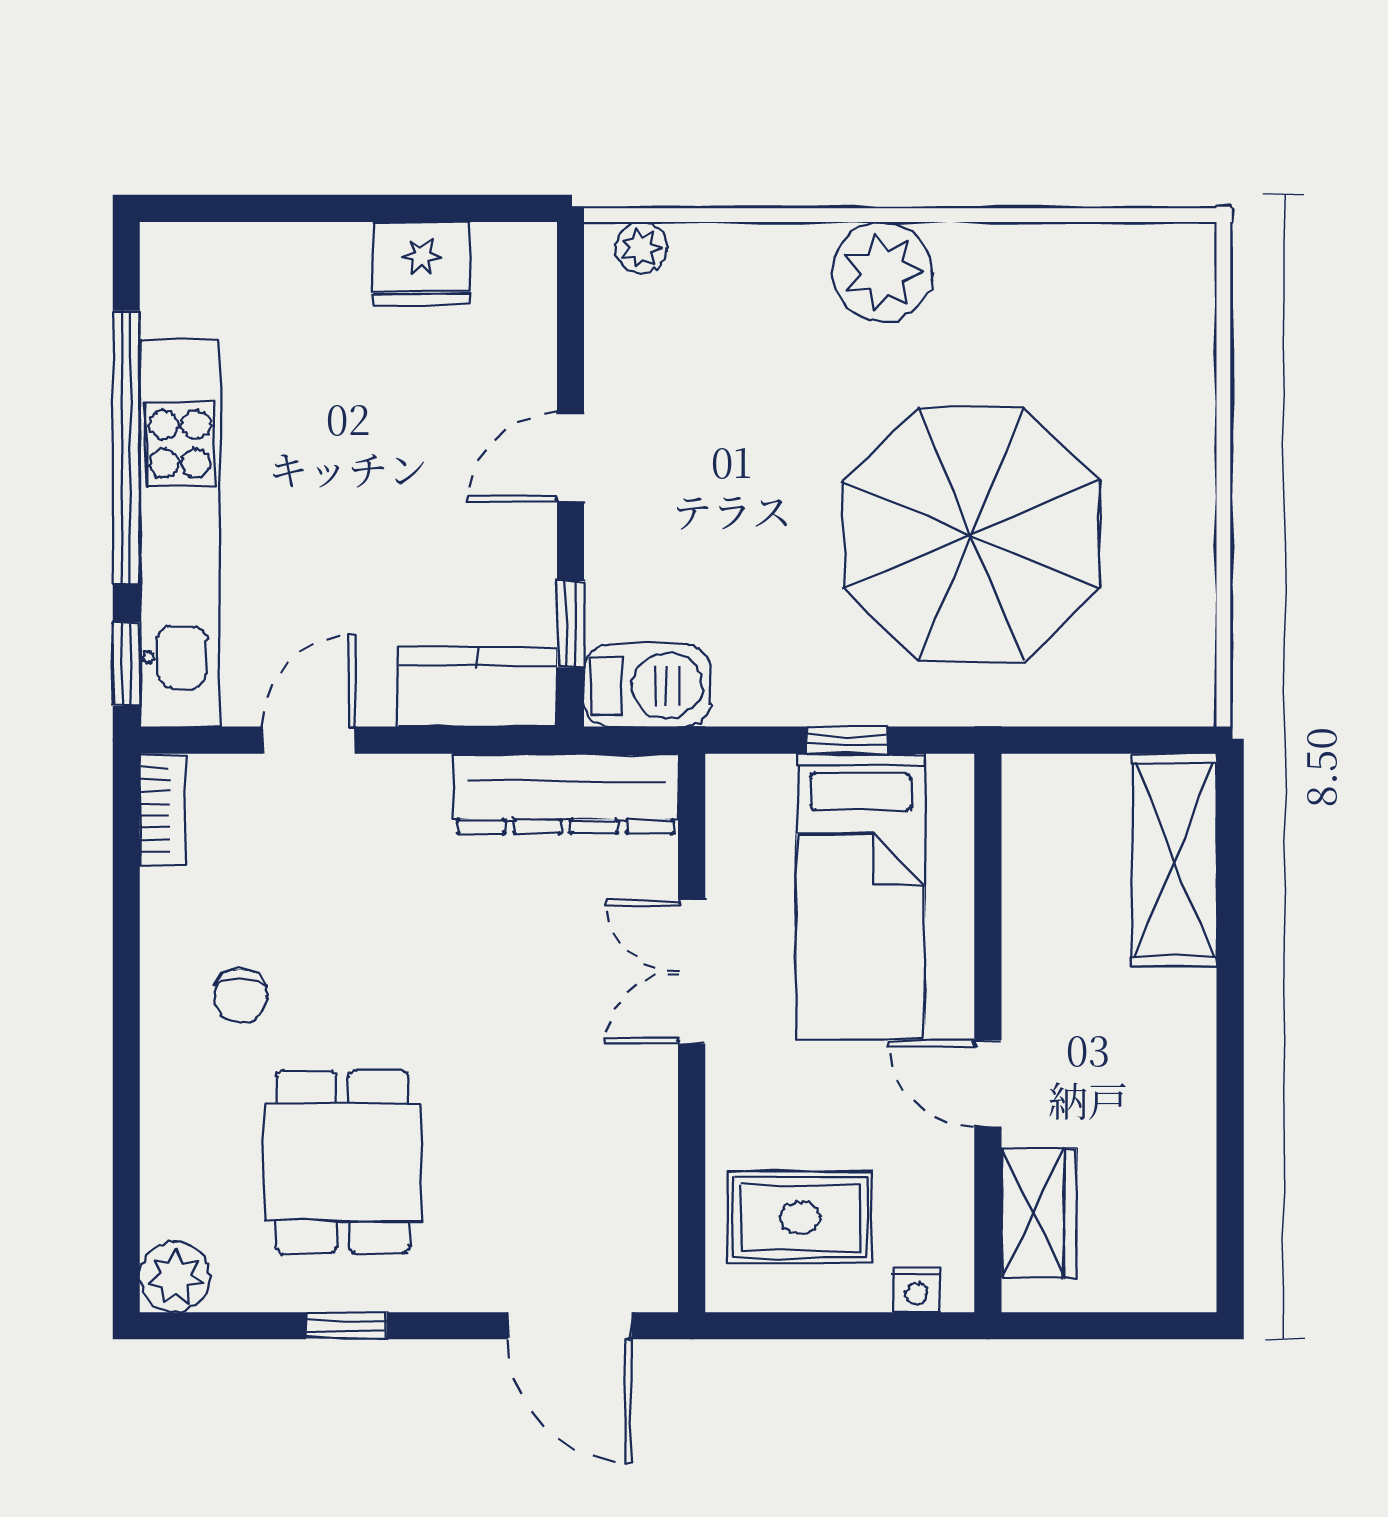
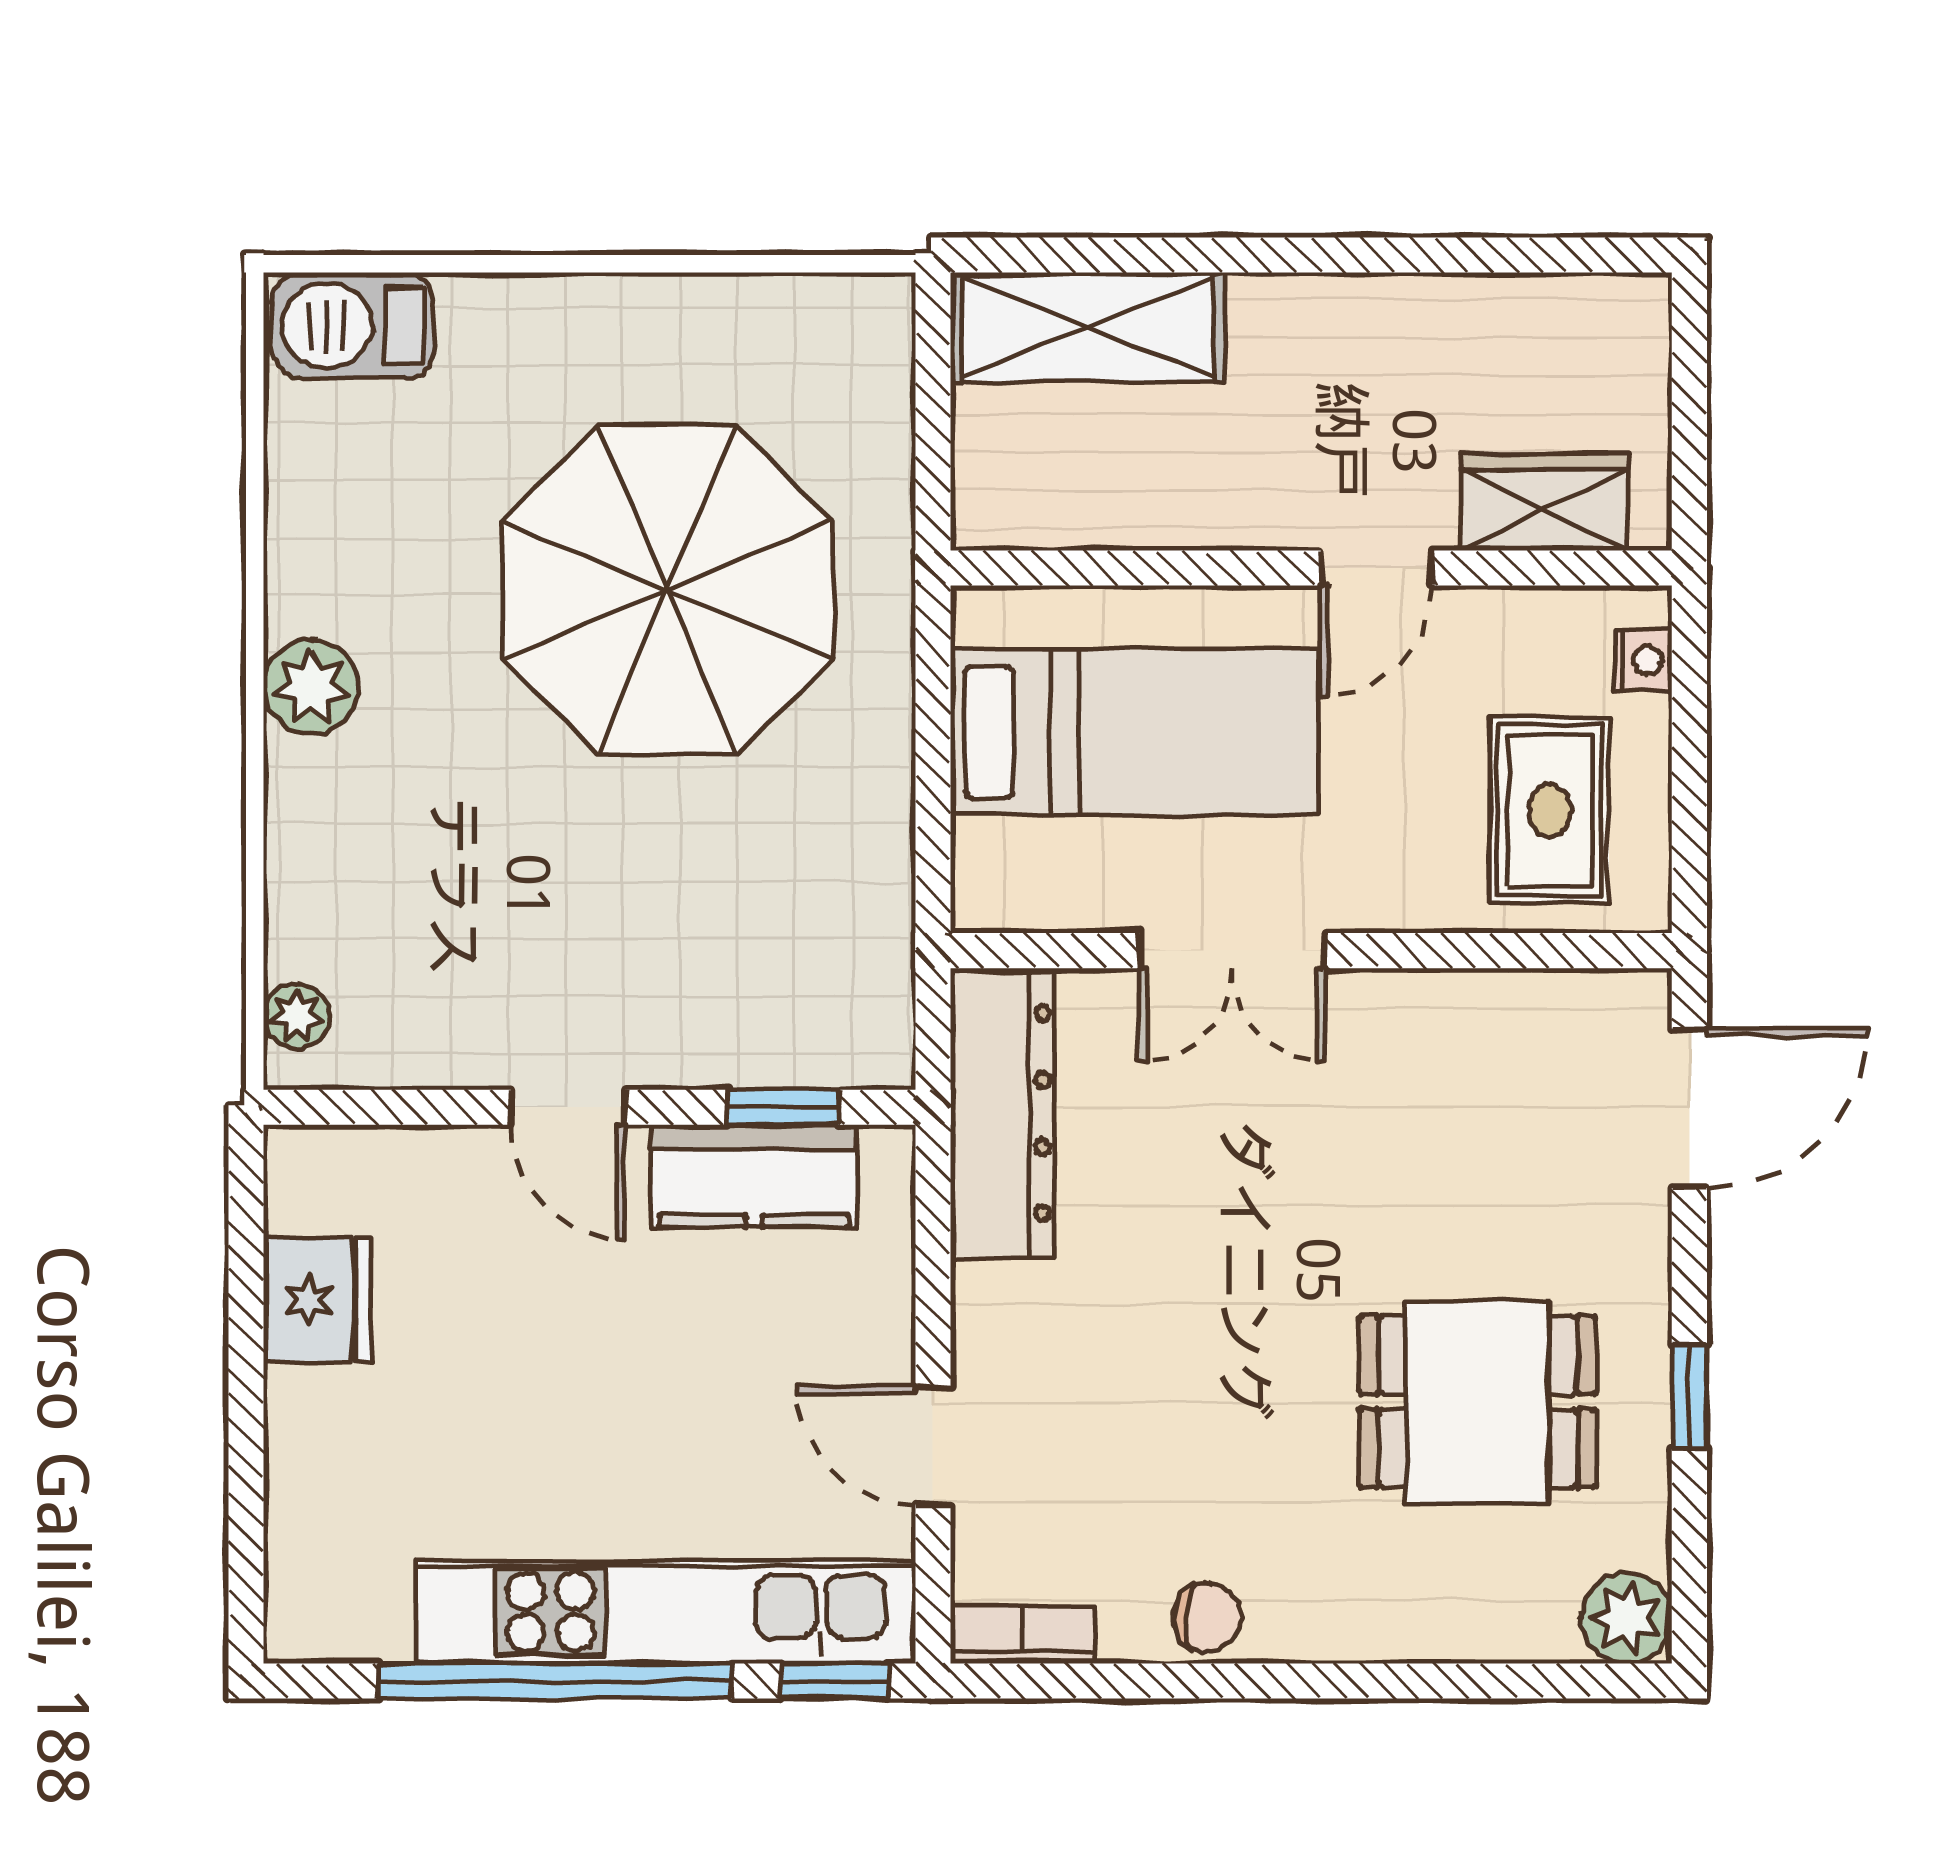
plant: (883, 272) -> (311, 687), width x0.73, depth x0.73
barbecue: (647, 686) -> (353, 326), moved, turned -90
kitchen counter: (477, 687) -> (754, 1176), moved, turned -90
window: (847, 740) -> (933, 750), removed
chair: (240, 996) -> (1207, 1617), moved

